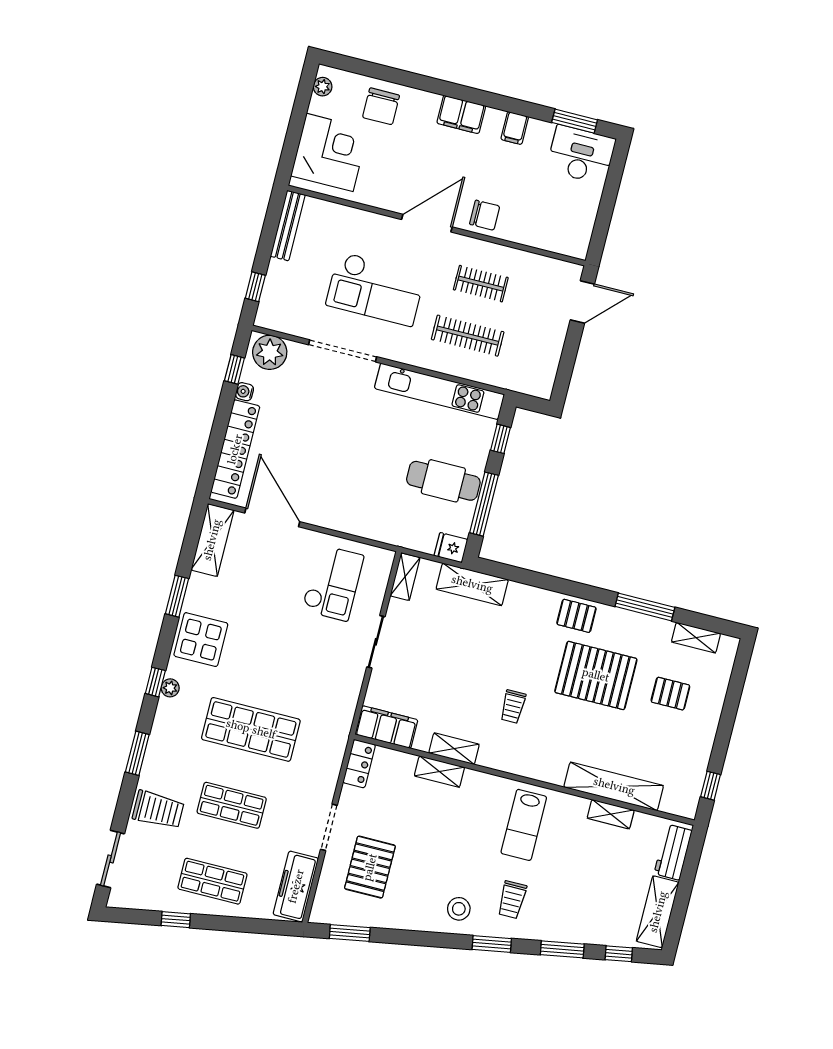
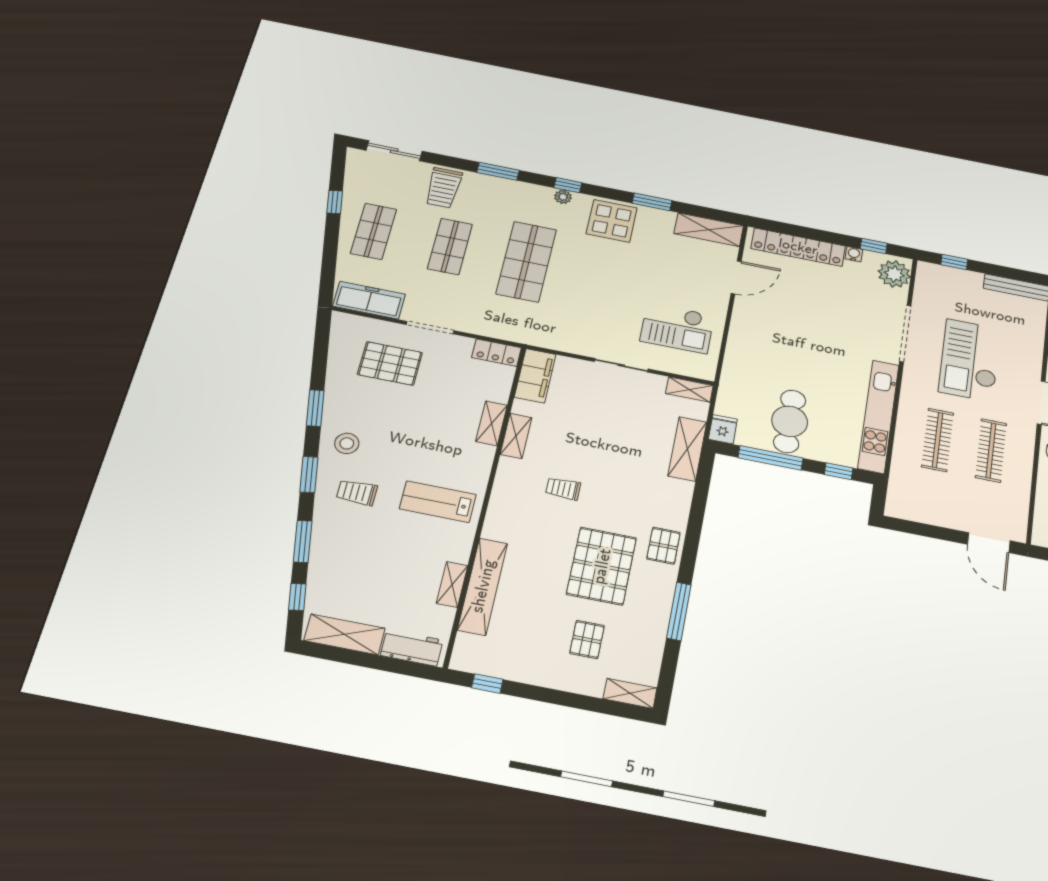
clothes rail: (481, 284) -> (991, 450), width x1.36
door: (272, 517) -> (736, 277), width x0.73
shelving: (696, 638) -> (630, 693), moved, turned 90
window: (350, 933) -> (315, 408), moved

